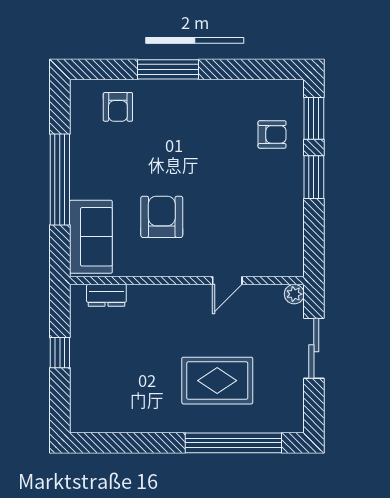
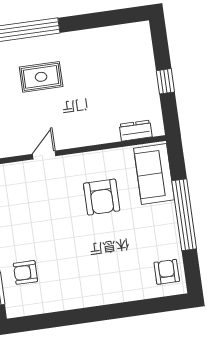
window: (168, 69) -> (113, 311), removed
armchair: (118, 107) -> (167, 272), moved
rug: (217, 381) -> (41, 77), width x0.73, depth x0.70

